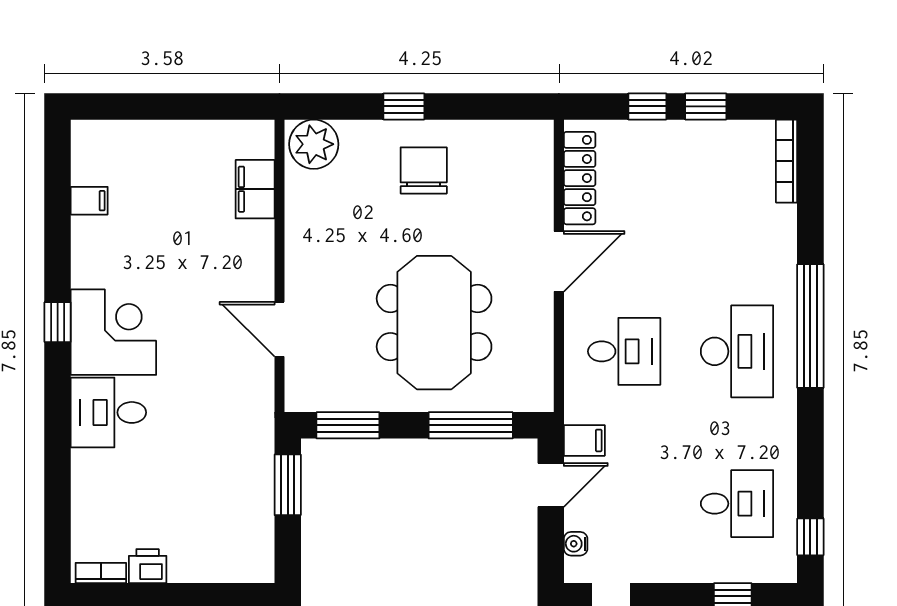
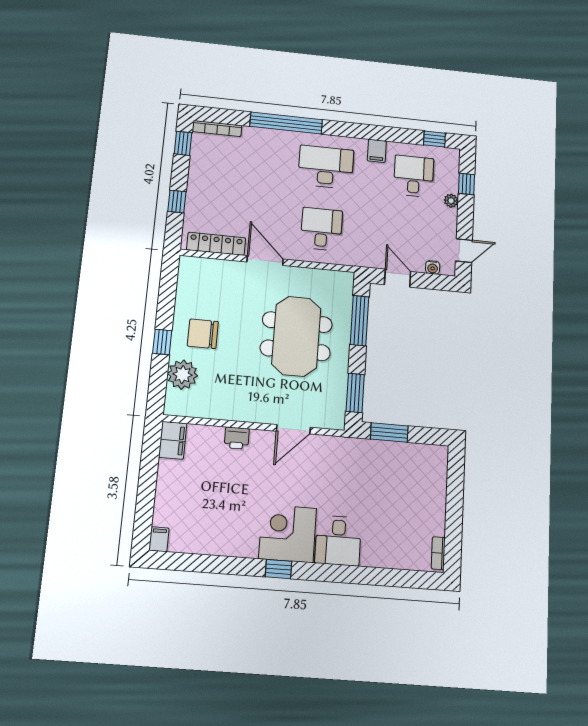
window: (706, 106) -> (183, 143), moved
plant: (314, 144) -> (182, 375), moved
filing cabinet: (255, 189) -> (173, 440), moved, turned -90
filing cabinet: (89, 201) -> (159, 539), moved
meeting table: (434, 323) -> (296, 336), turned 90
window: (810, 326) -> (286, 123), moved
filing cabinet: (584, 440) -> (377, 151), moved, turned 180
printer: (148, 566) -> (237, 438), moved, turned -90
plant: (699, 571) -> (451, 201), added

